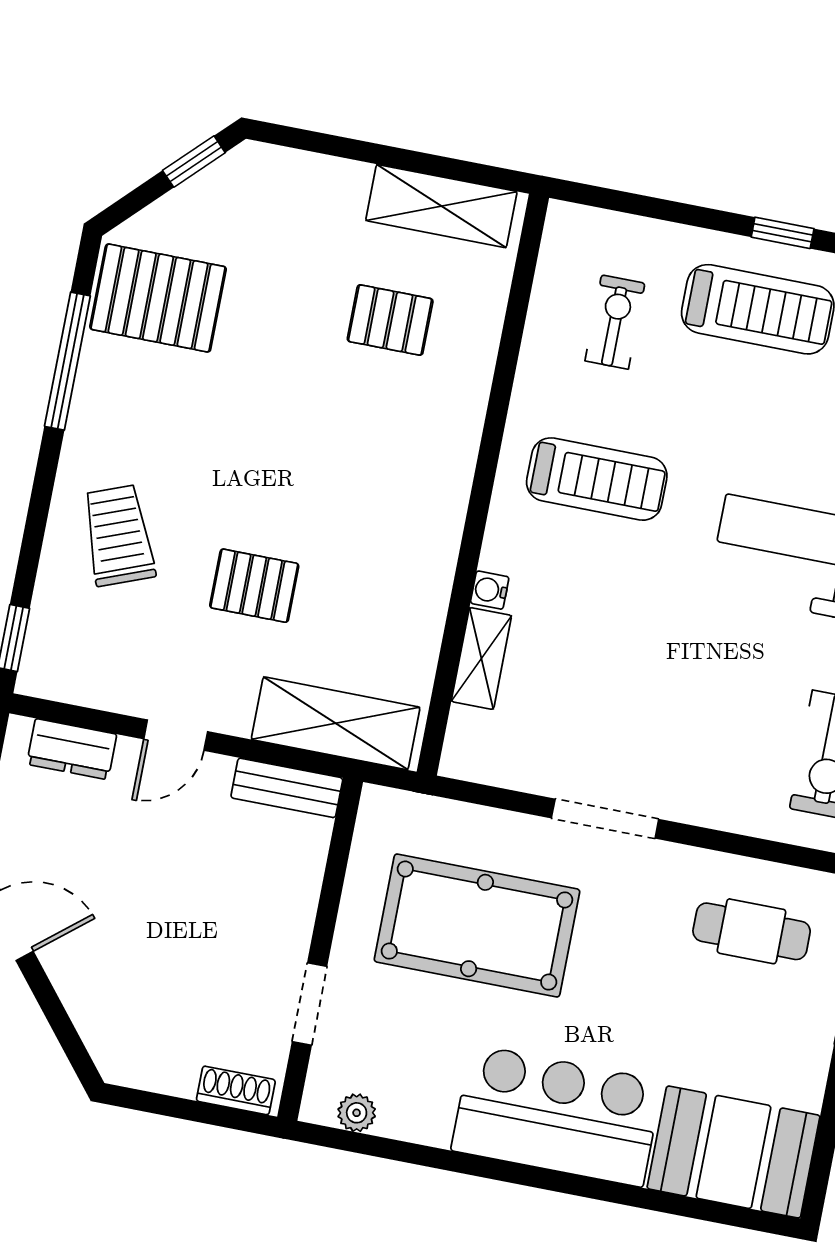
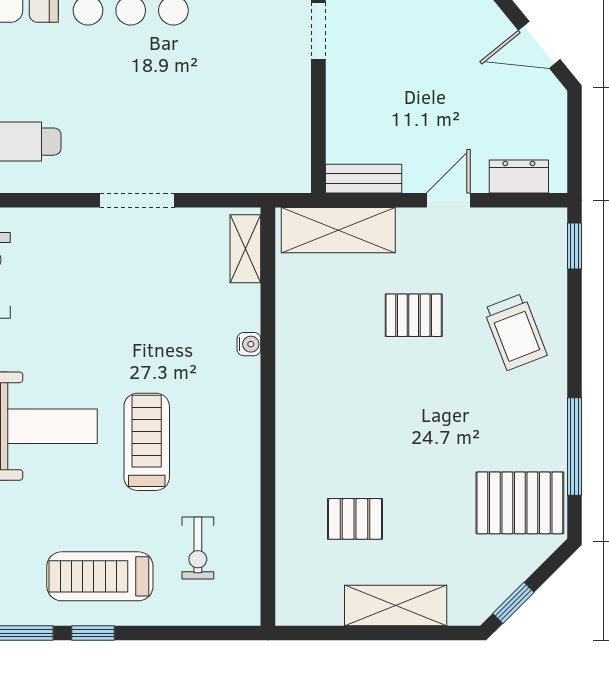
shelving: (441, 206) -> (396, 605), moved
treadmill: (597, 479) -> (147, 442), moved, turned 90
shelving: (481, 658) -> (245, 249), moved
pool table: (477, 926) -> (212, 108), removed

